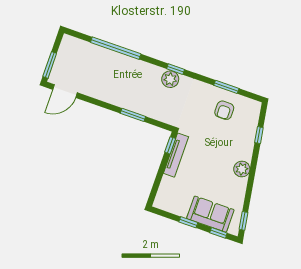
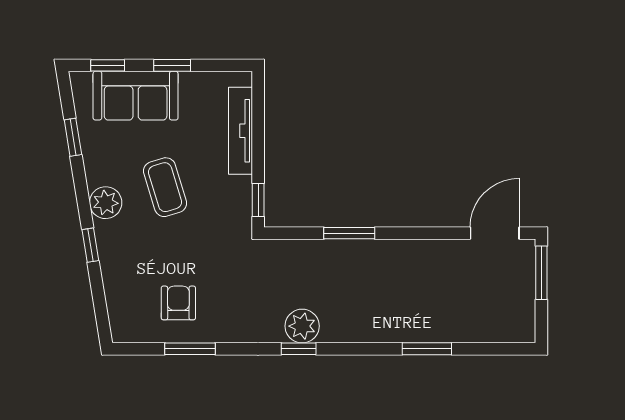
window: (116, 48) -> (427, 349), width x0.47
window: (259, 135) -> (90, 245), moved
tv unit: (176, 155) -> (240, 131), moved
coffee table: (212, 167) -> (165, 187), added
window: (244, 221) -> (73, 137), moved

